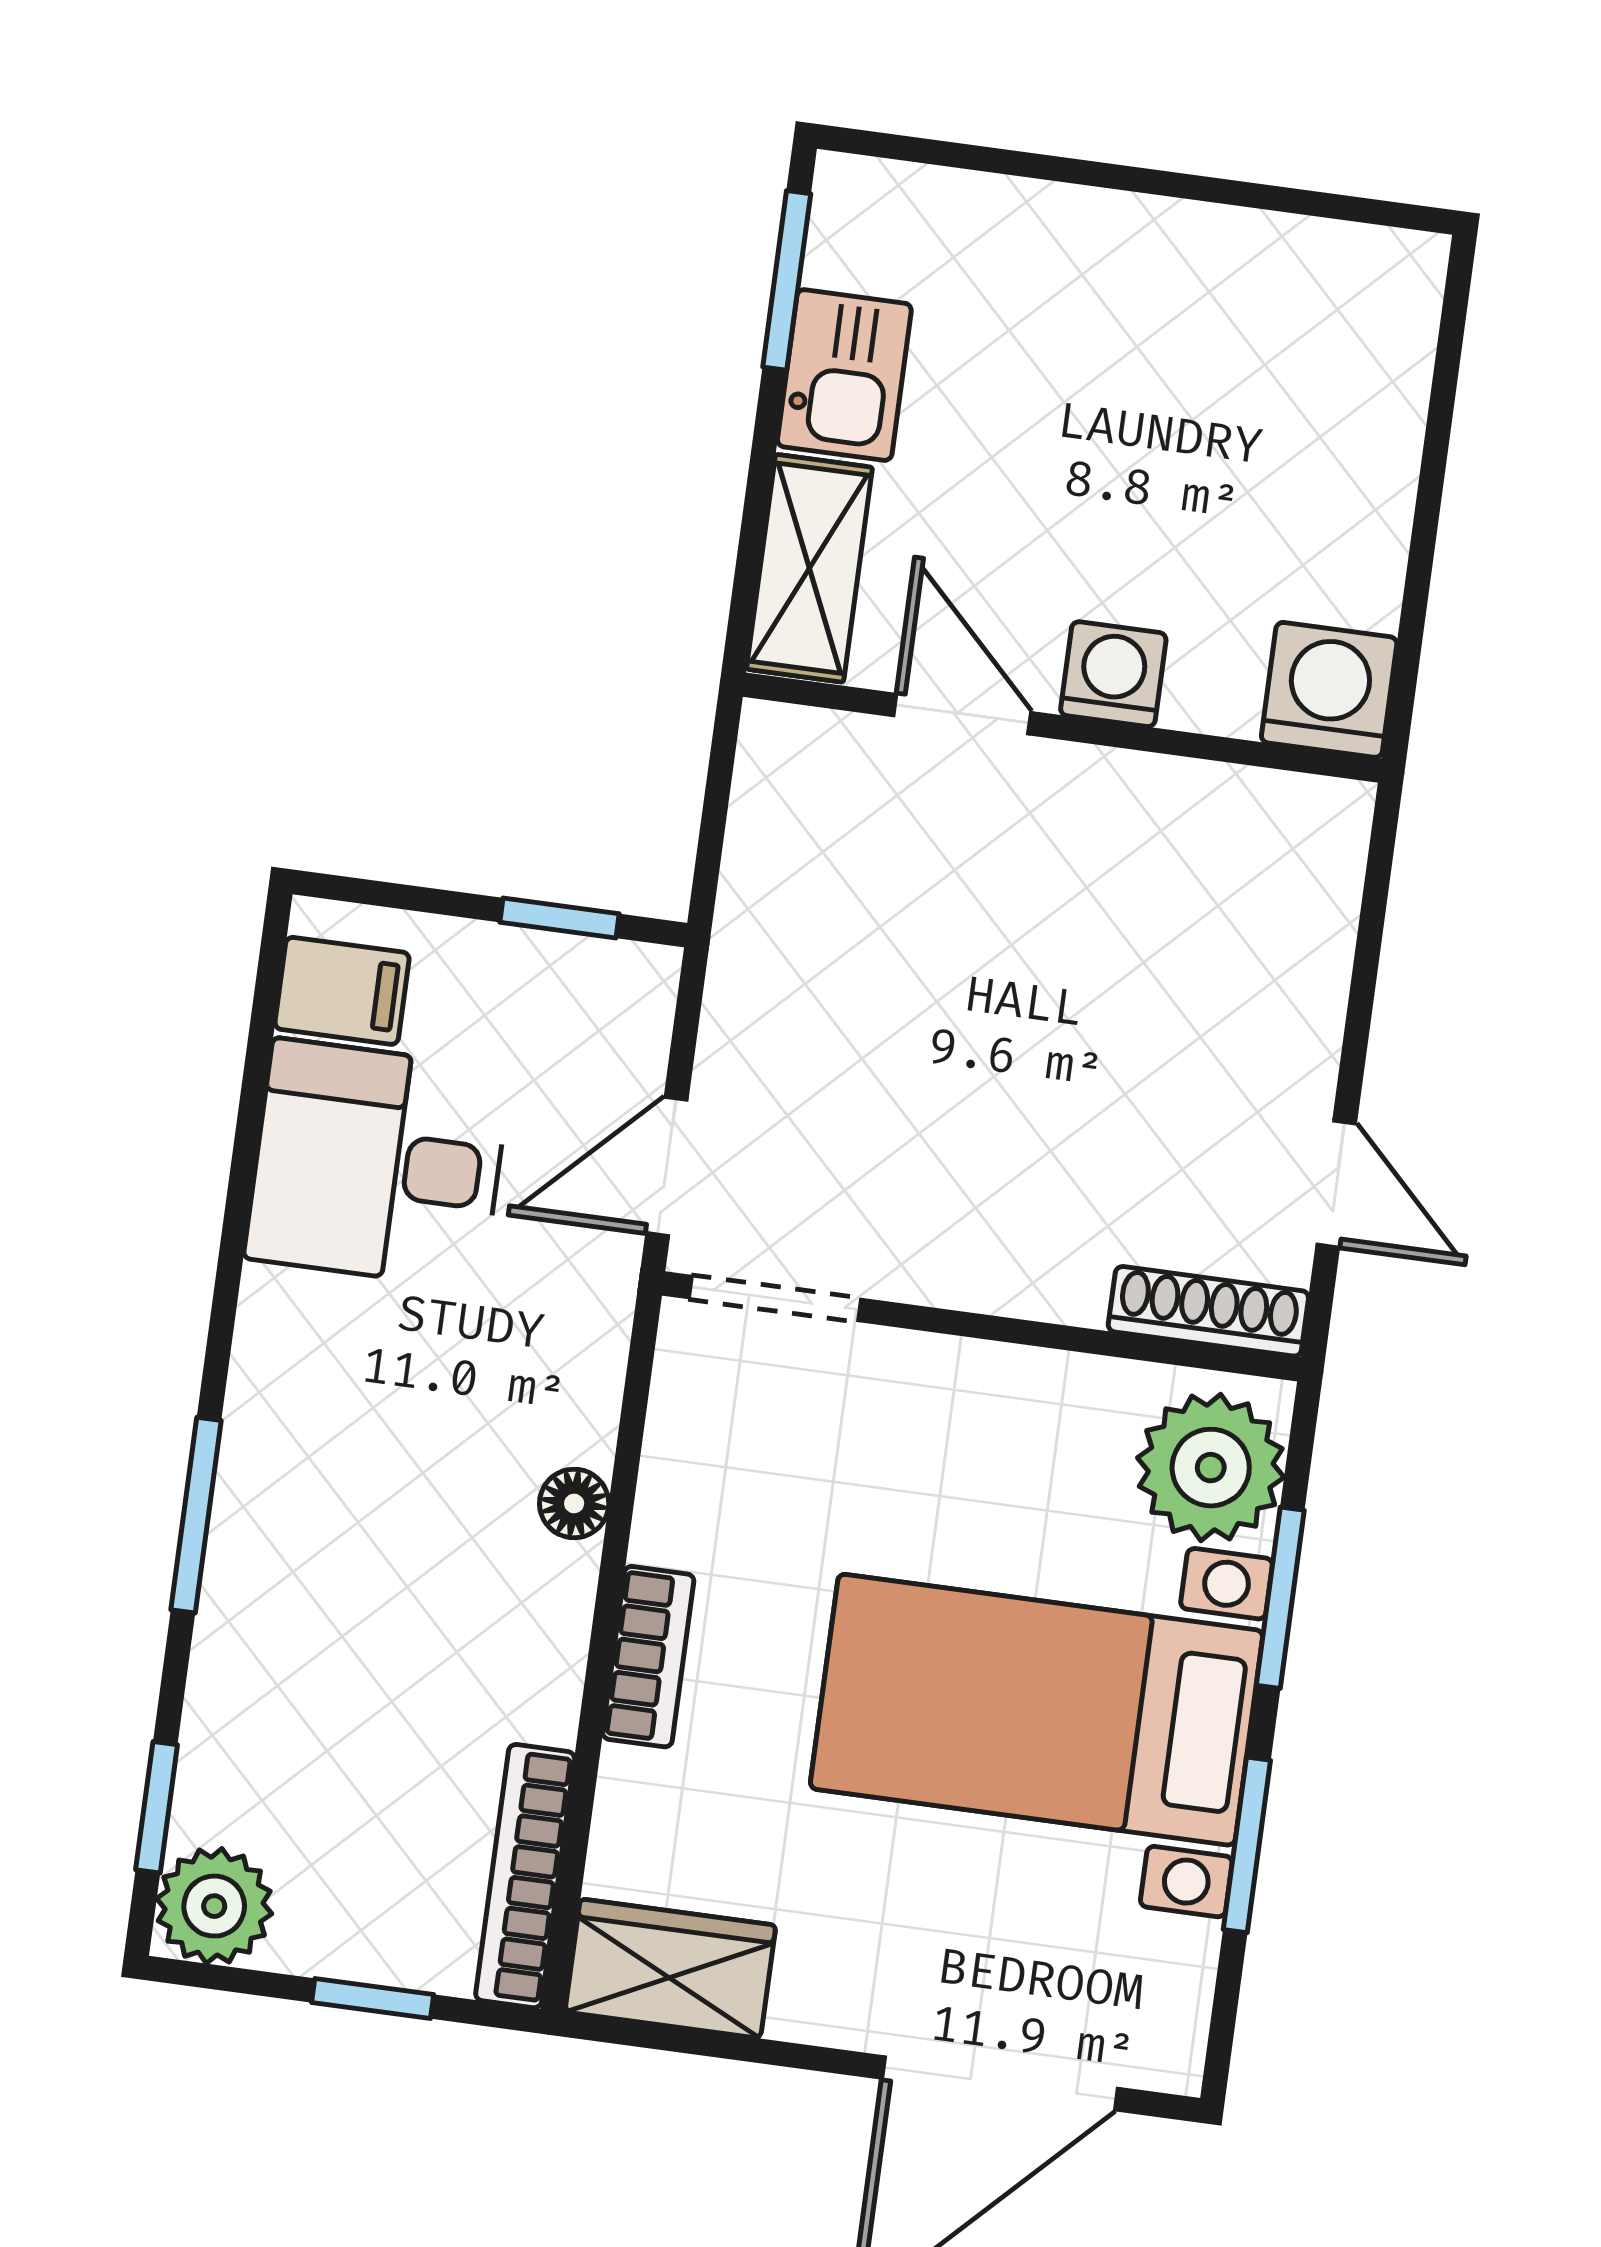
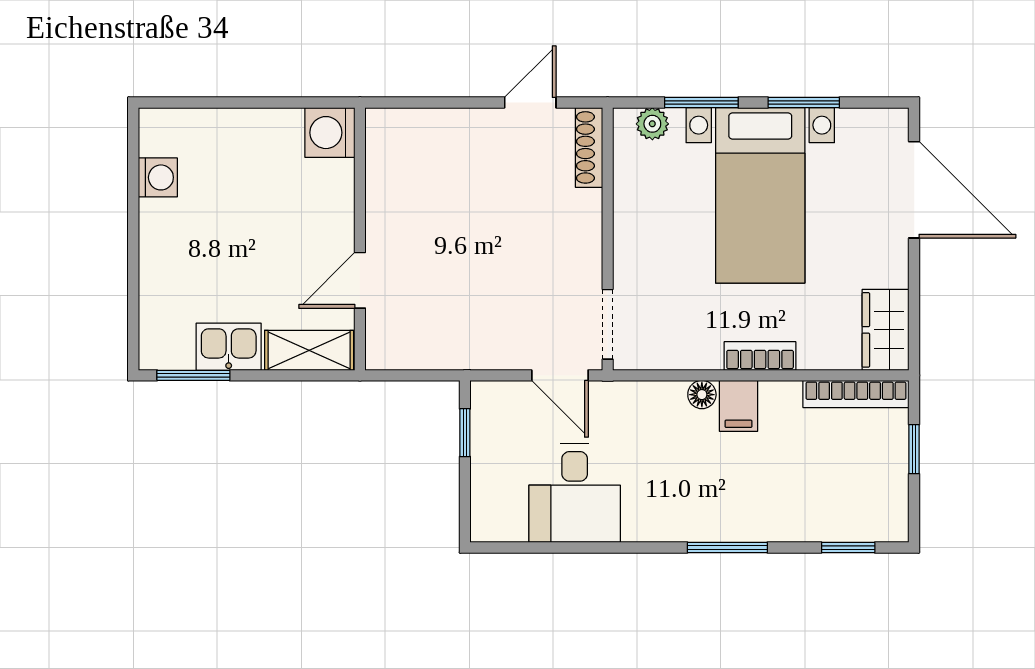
washing machine: (1113, 674) -> (158, 177), moved, turned 180
filing cabinet: (342, 991) -> (738, 406), moved, turned 180
plant: (1211, 1468) -> (652, 124), width x0.53, depth x0.53
plant: (214, 1906) -> (885, 519), removed

